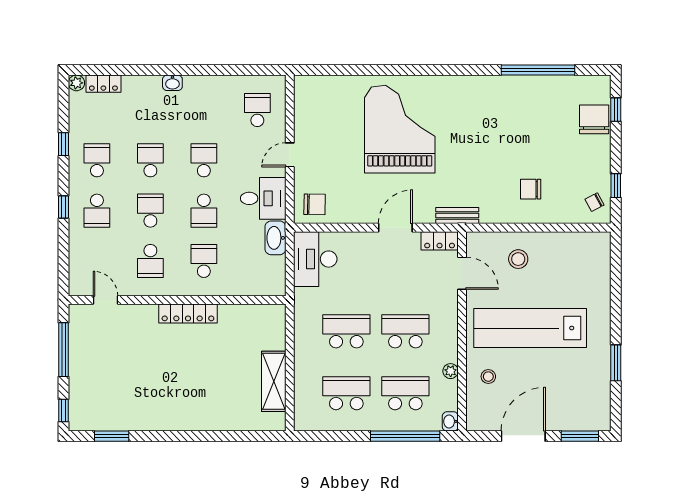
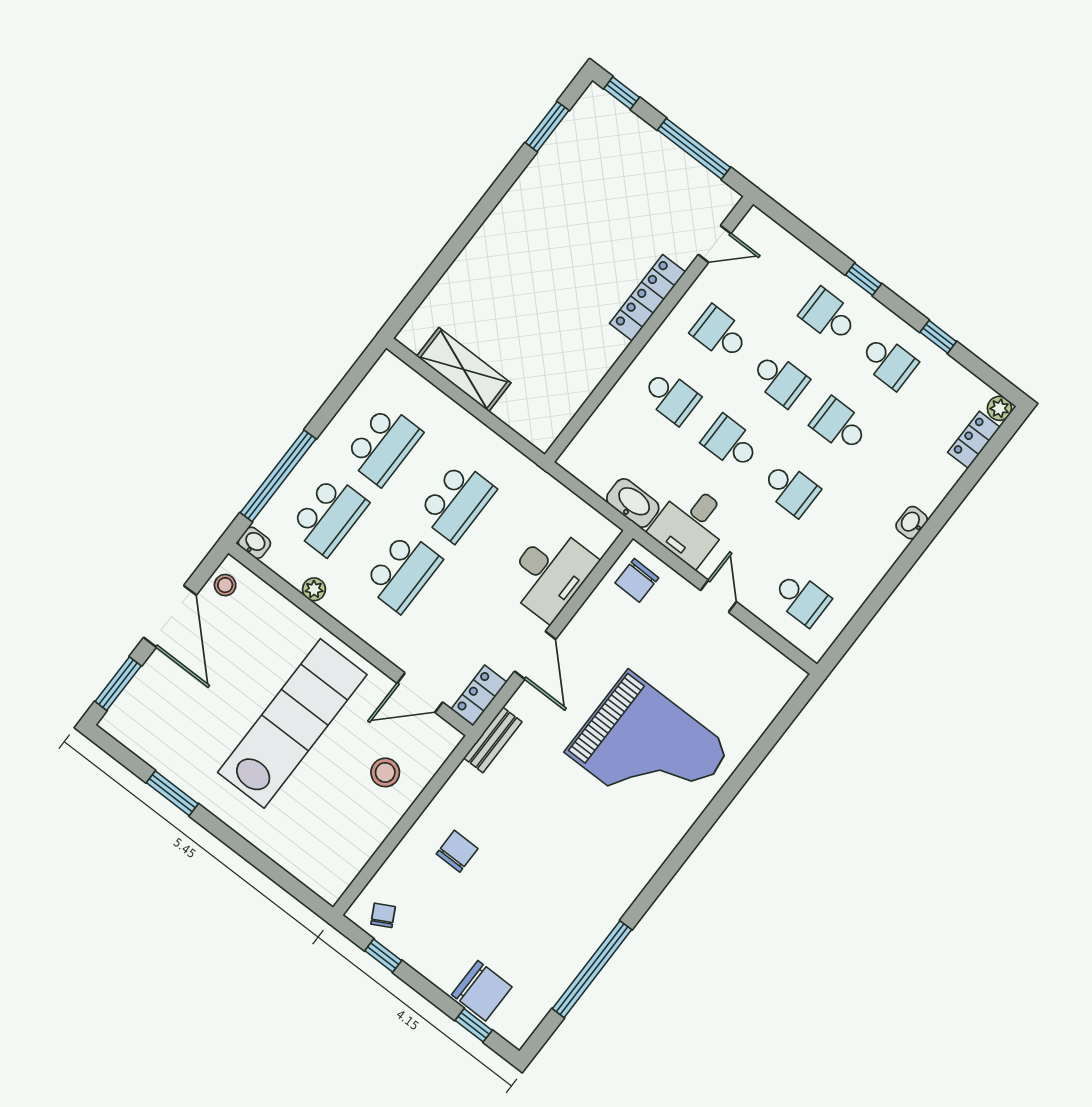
school desk: (150, 160) -> (840, 425), turned 180
desk: (315, 259) -> (550, 573), moved, turned 90
locker: (188, 314) -> (647, 298), moved
stool: (488, 377) -> (225, 585), moved

